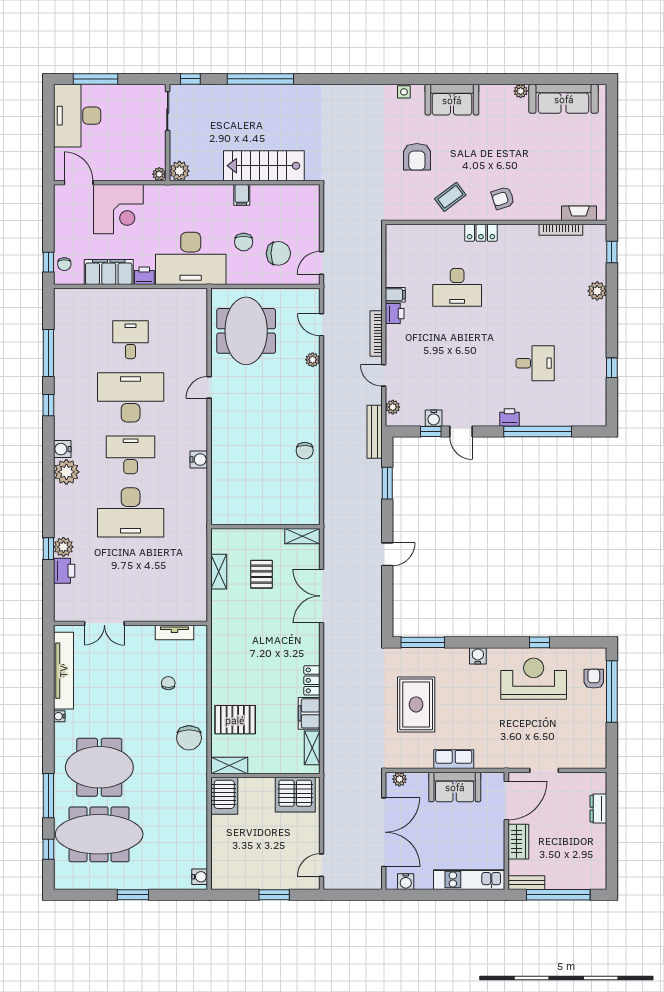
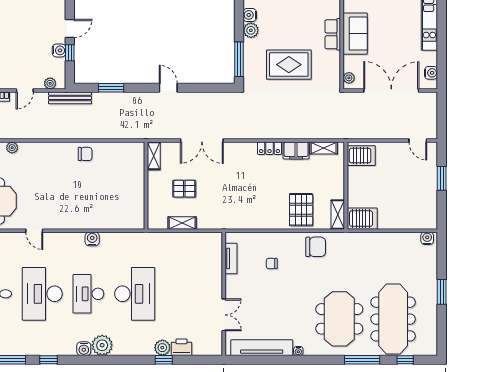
plant: (459, 657) -> (251, 30), added
server rack: (295, 795) -> (361, 156), width x0.62

